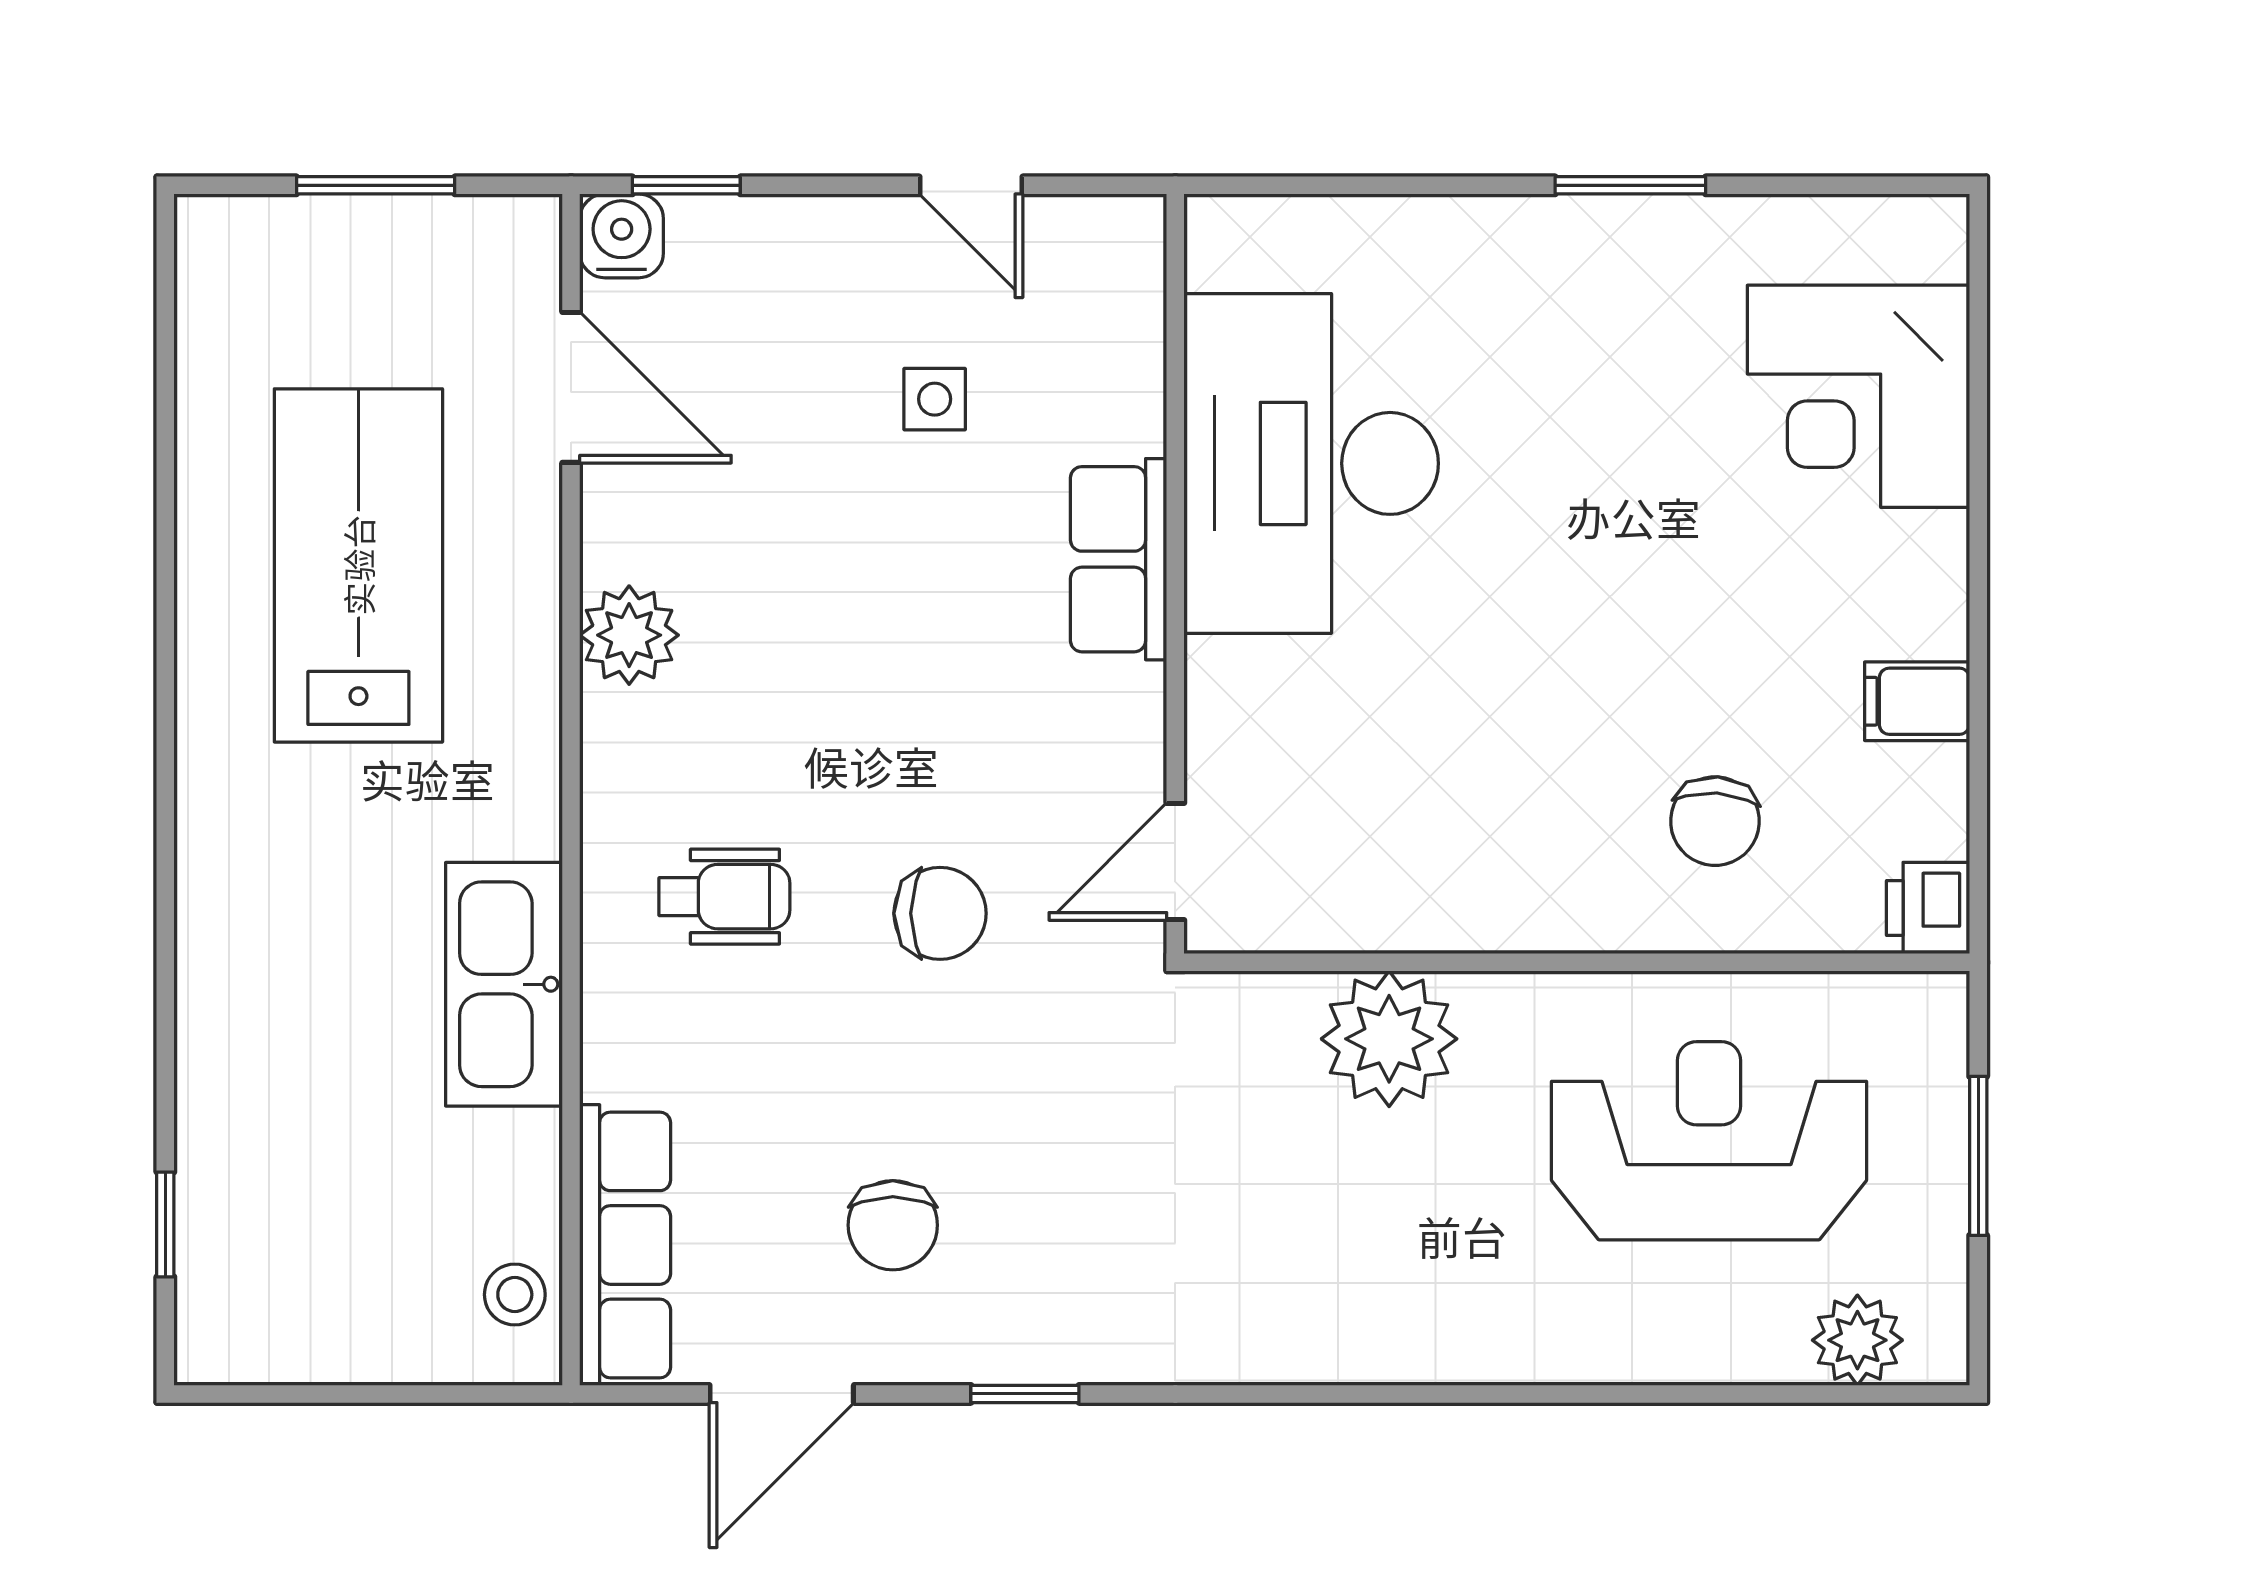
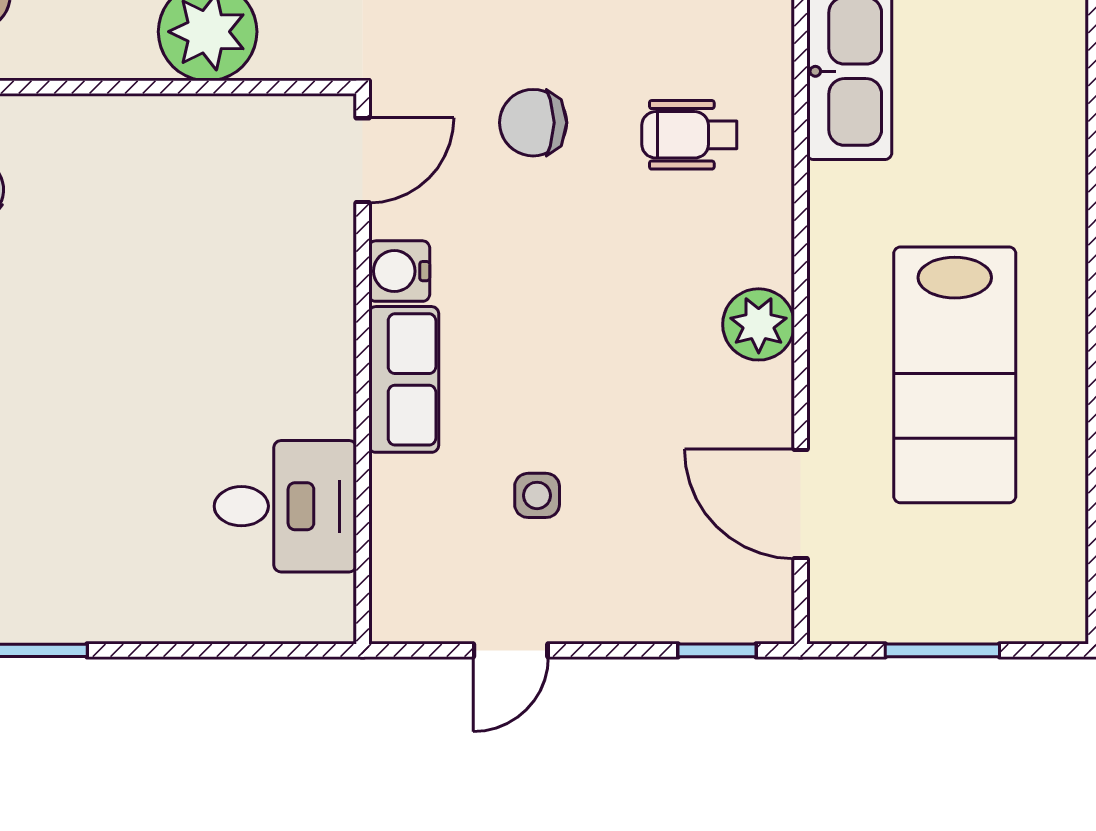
door: (971, 185) -> (511, 650), swing flipped
water cooler: (622, 236) -> (399, 271), moved, turned 90
desk: (1311, 463) -> (285, 506), width x0.53, depth x0.77

